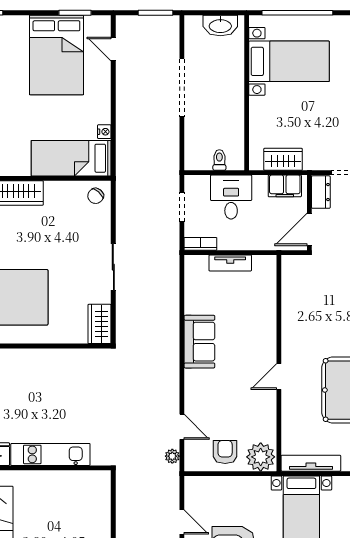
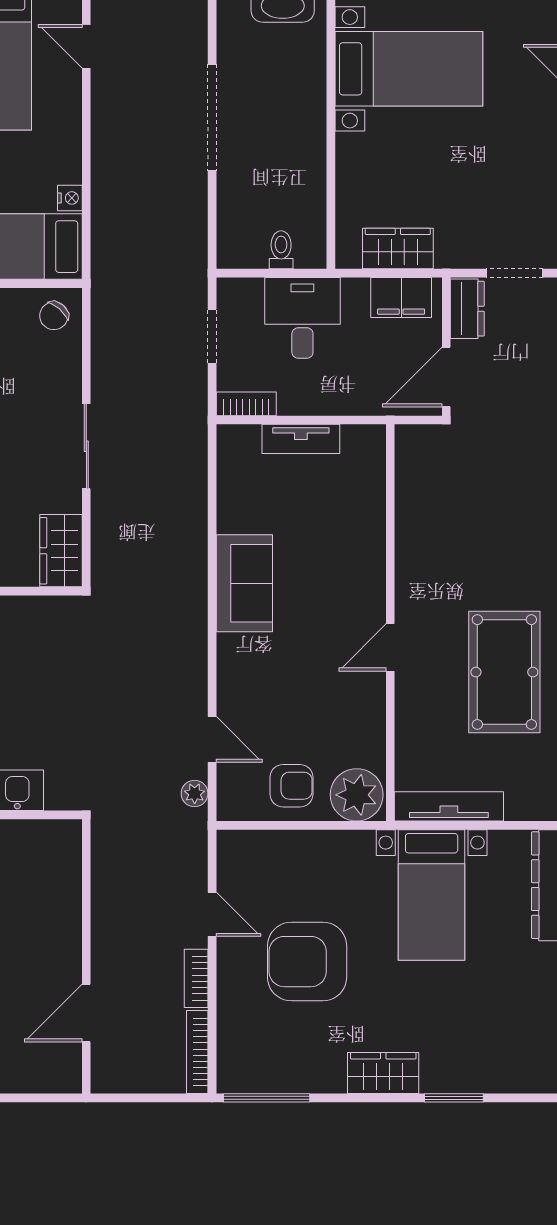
armchair: (225, 452) -> (291, 786), turned 90

